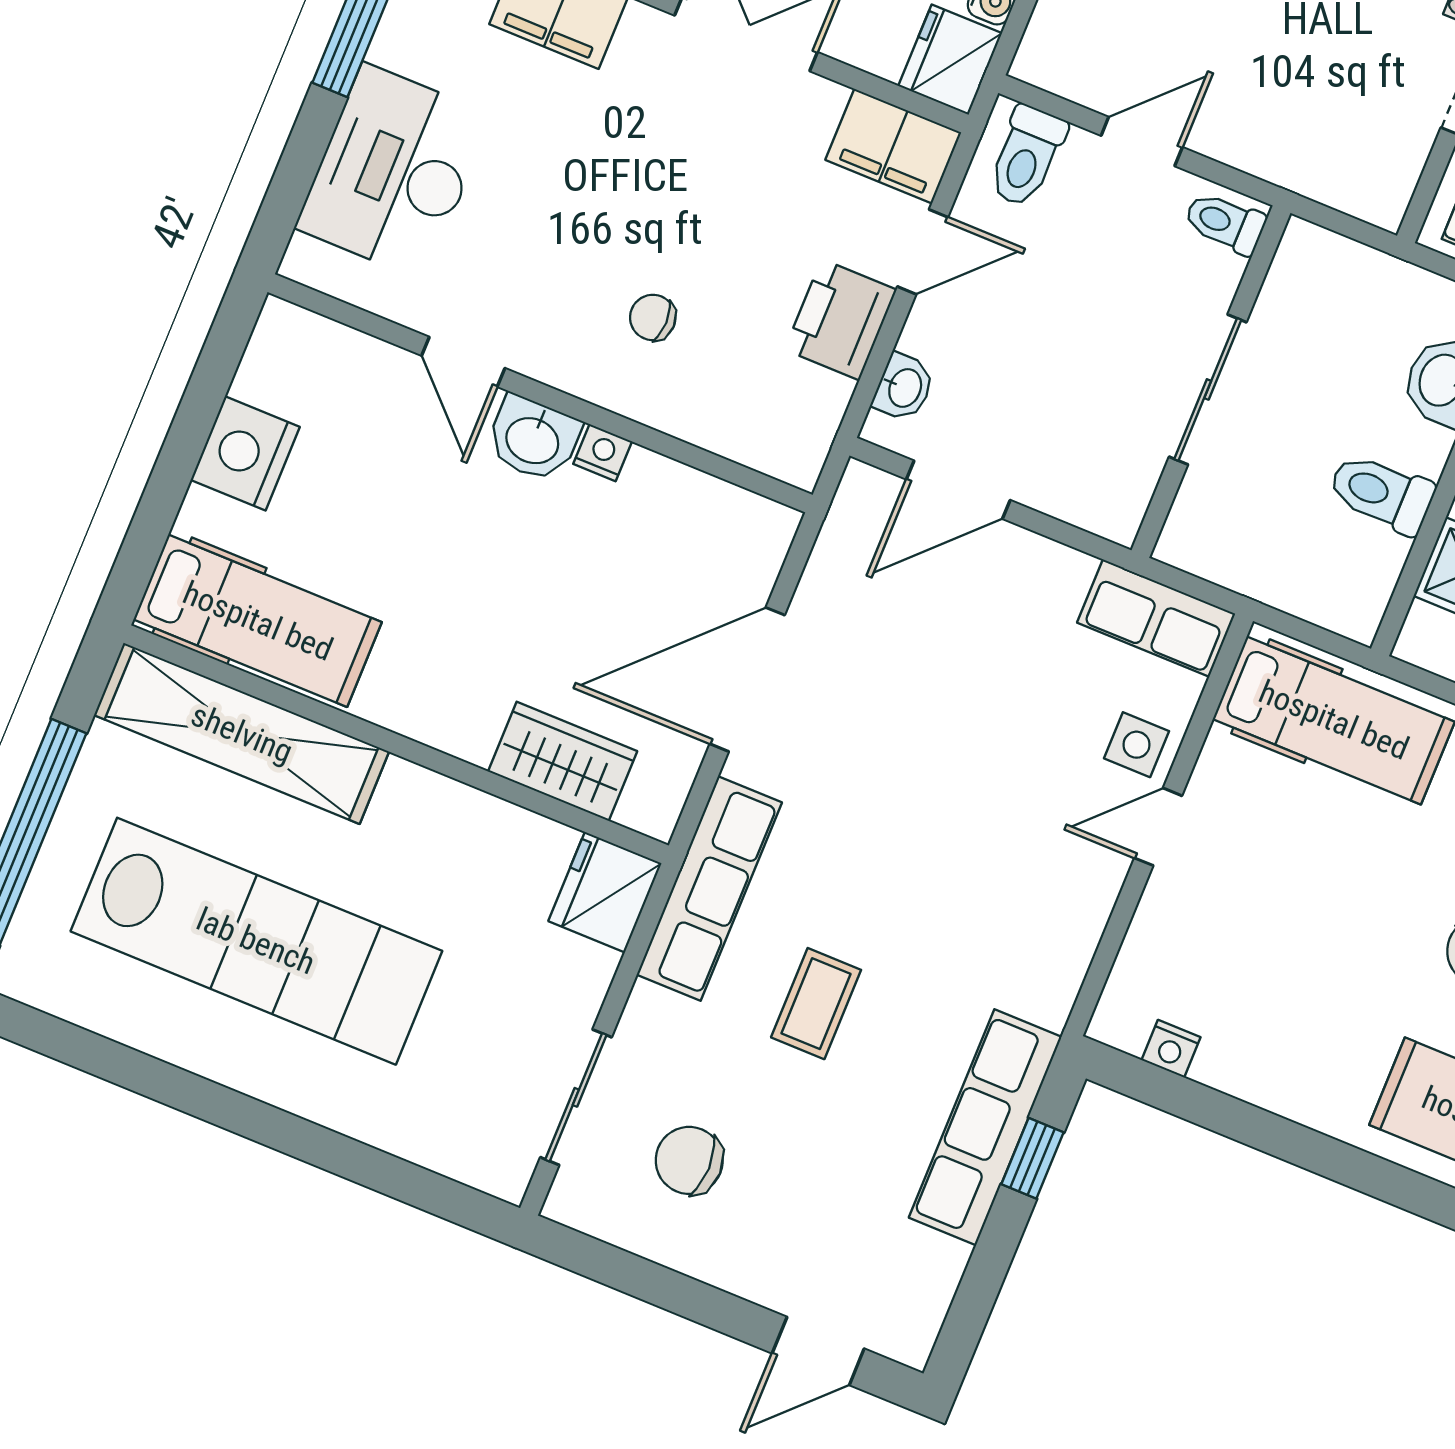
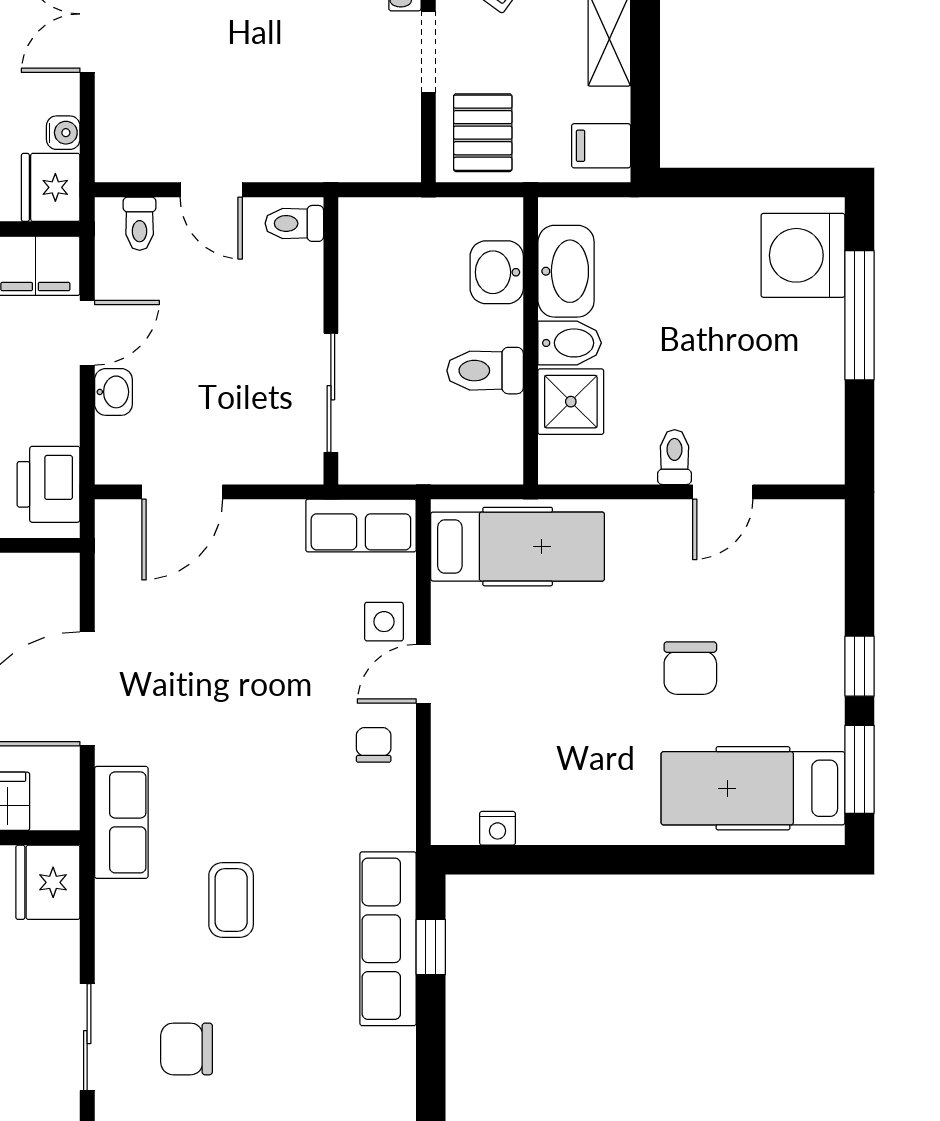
door: (1142, 141) -> (211, 190), swing flipped
toilet: (1027, 156) -> (140, 224), width x0.73, depth x0.72
printer: (841, 320) -> (49, 484), moved
washbasin: (904, 387) -> (113, 392), moved
sliding door: (1208, 389) -> (331, 393), moved
chair: (1063, 888) -> (374, 745), added
row of seats: (709, 889) -> (121, 822), width x0.68

